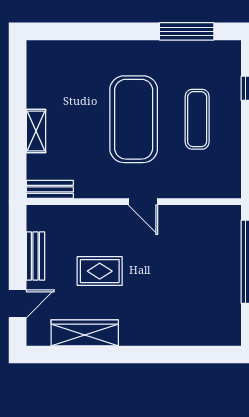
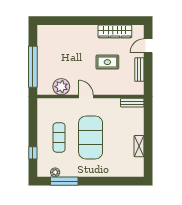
plant: (205, 49) -> (55, 172), added
shelving: (36, 131) -> (139, 146), moved
plant: (193, 222) -> (61, 87), added

